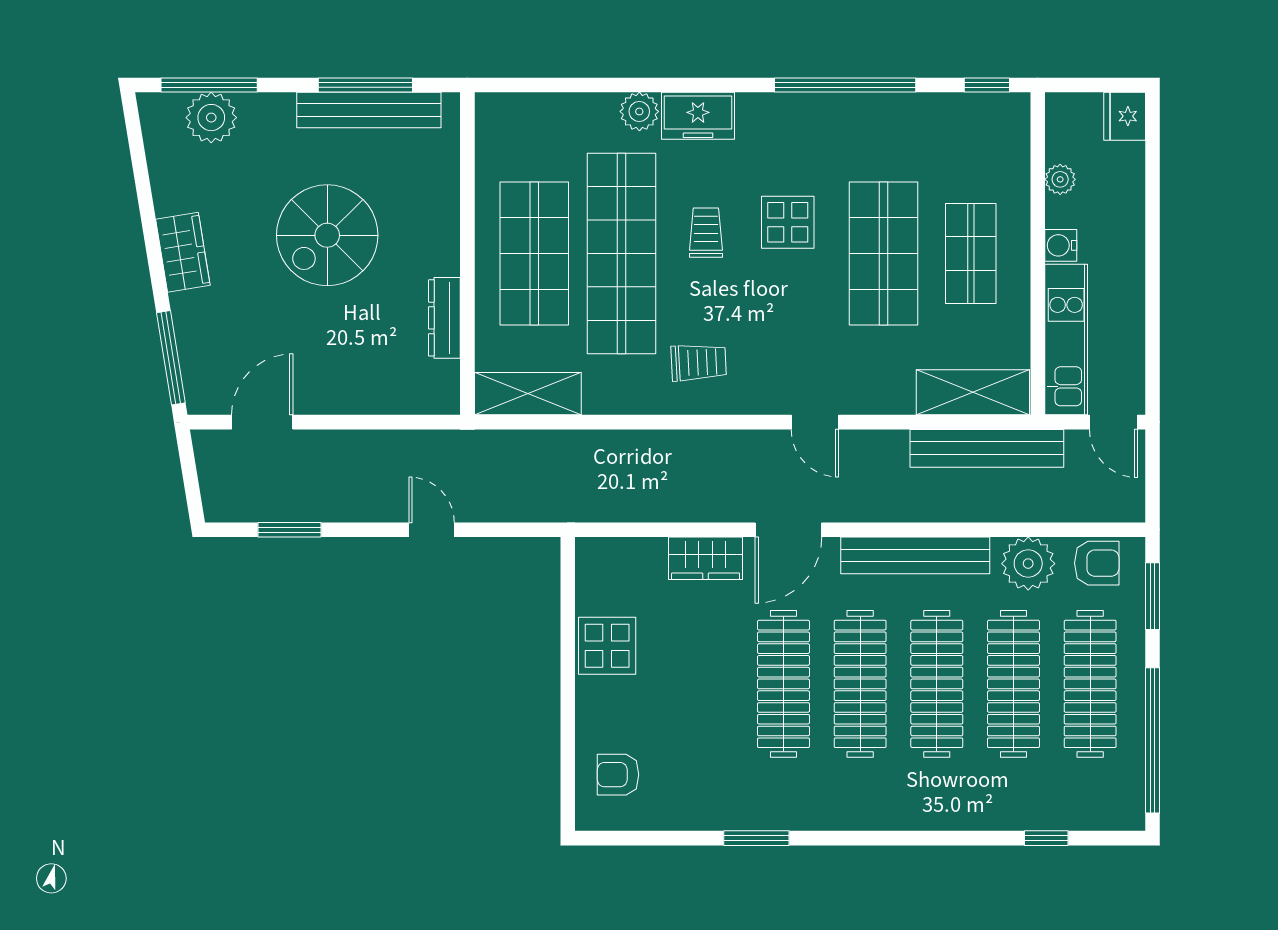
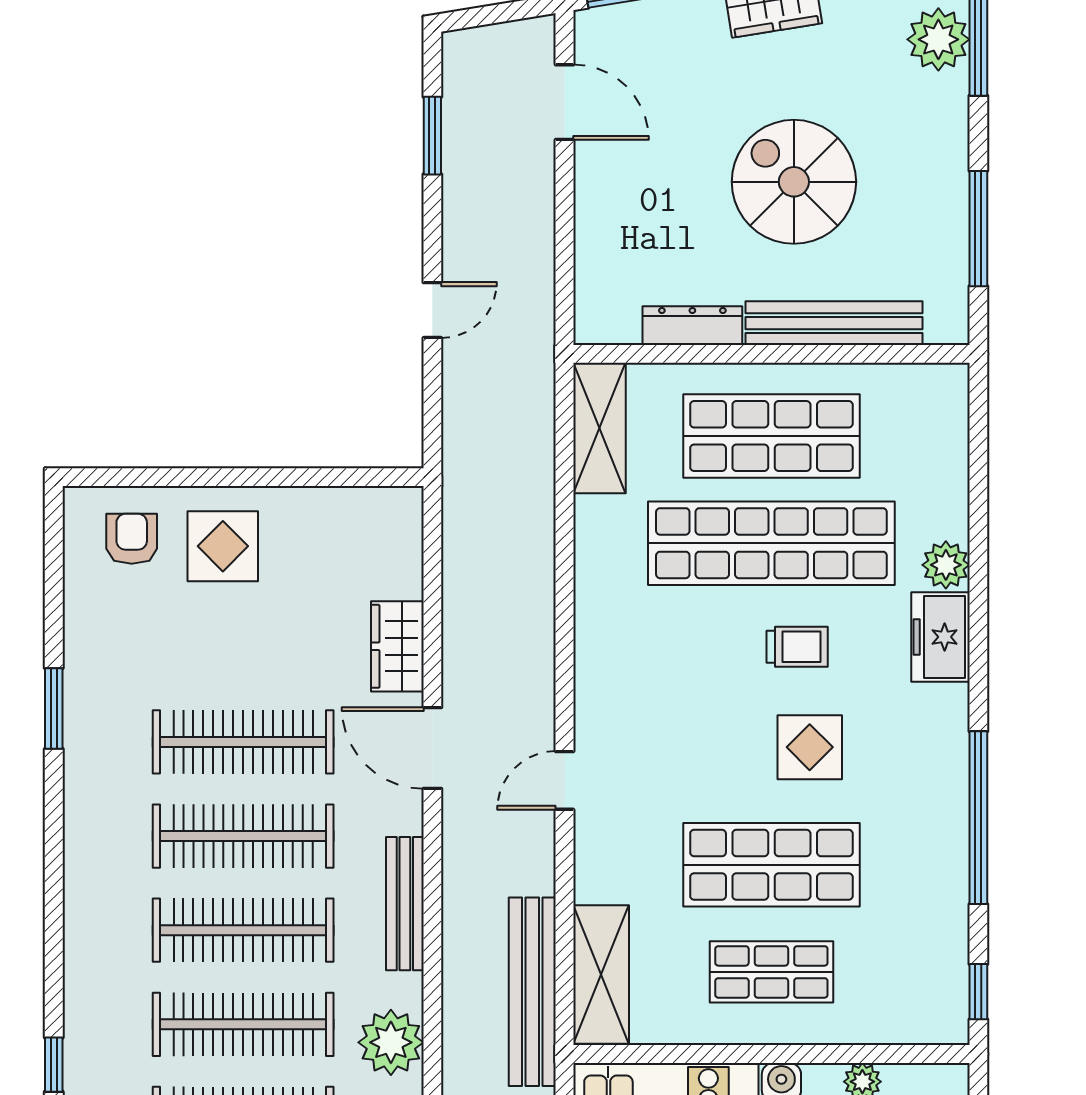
bench: (369, 110) -> (834, 323), moved, turned 90
trolley: (699, 362) -> (638, 638), removed
bench: (915, 555) -> (405, 904), width x0.73, depth x0.82
display table: (607, 646) -> (223, 546), moved

